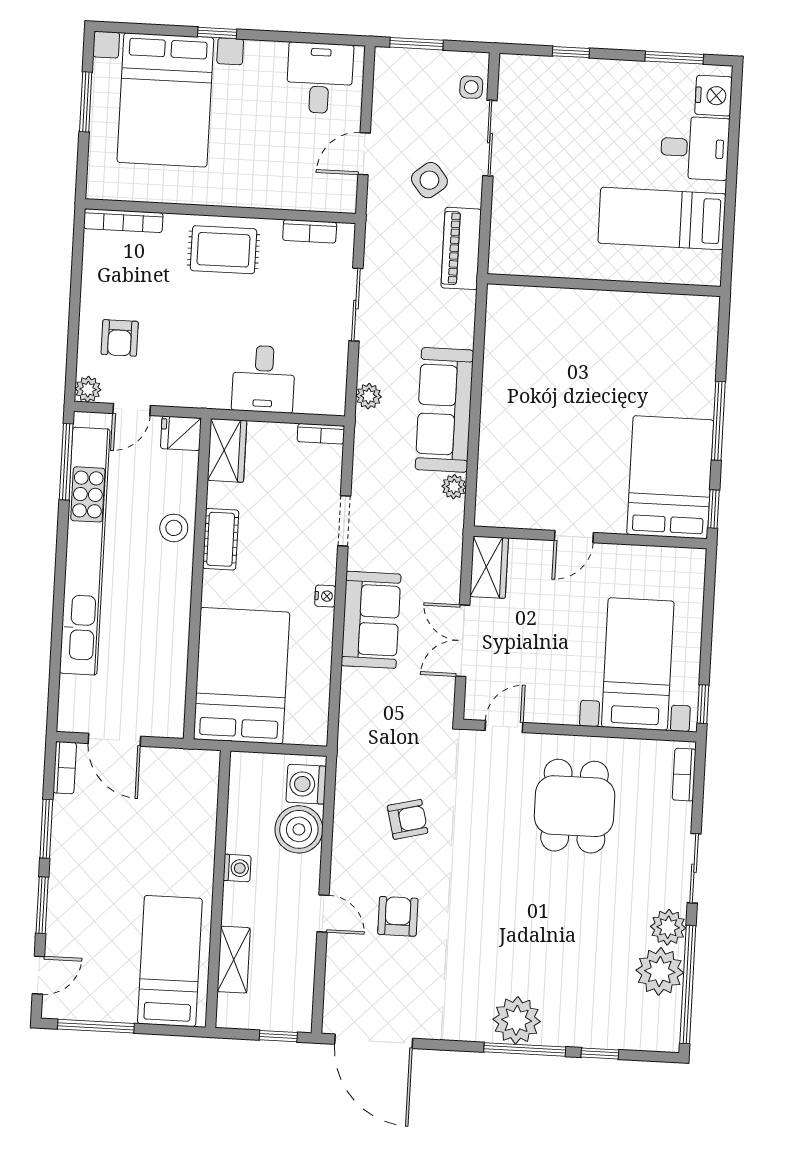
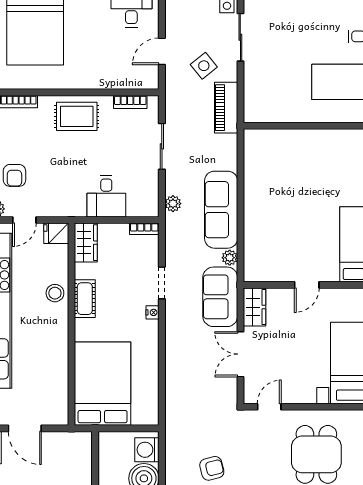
nightstand: (325, 596) -> (153, 312), moved
sofa: (371, 620) -> (220, 297), moved, turned 180

